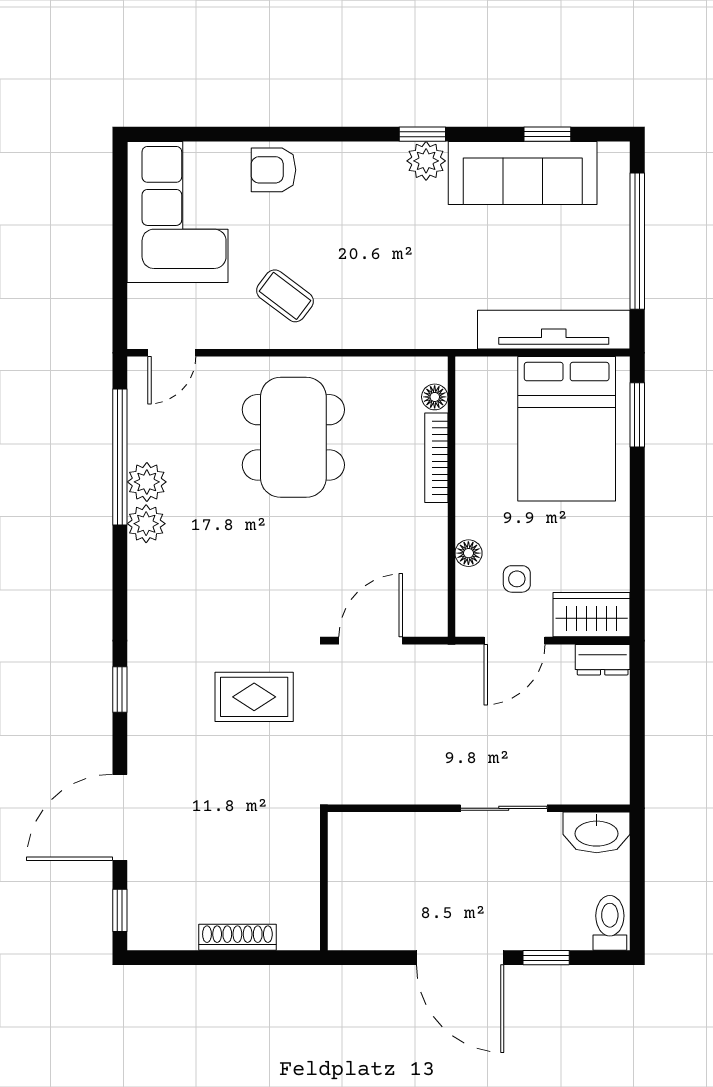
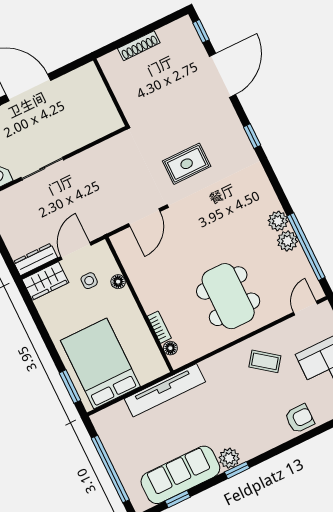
tv unit: (554, 330) -> (165, 390), moved
bookcase: (436, 458) -> (159, 327), width x0.64
dresser: (603, 660) -> (35, 259), width x1.44

